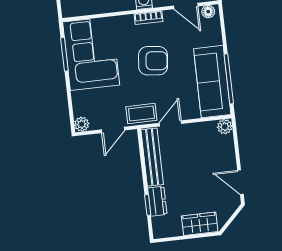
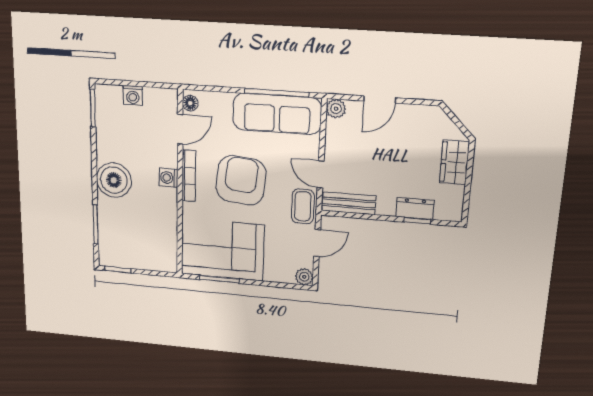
bookcase: (149, 18) -> (189, 176), width x1.56
armchair: (153, 61) -> (241, 180), width x1.36, depth x1.36
door: (113, 130) -> (317, 243), hinge flipped
bench: (152, 157) -> (349, 203), width x0.73
door: (241, 182) -> (380, 99), moved

